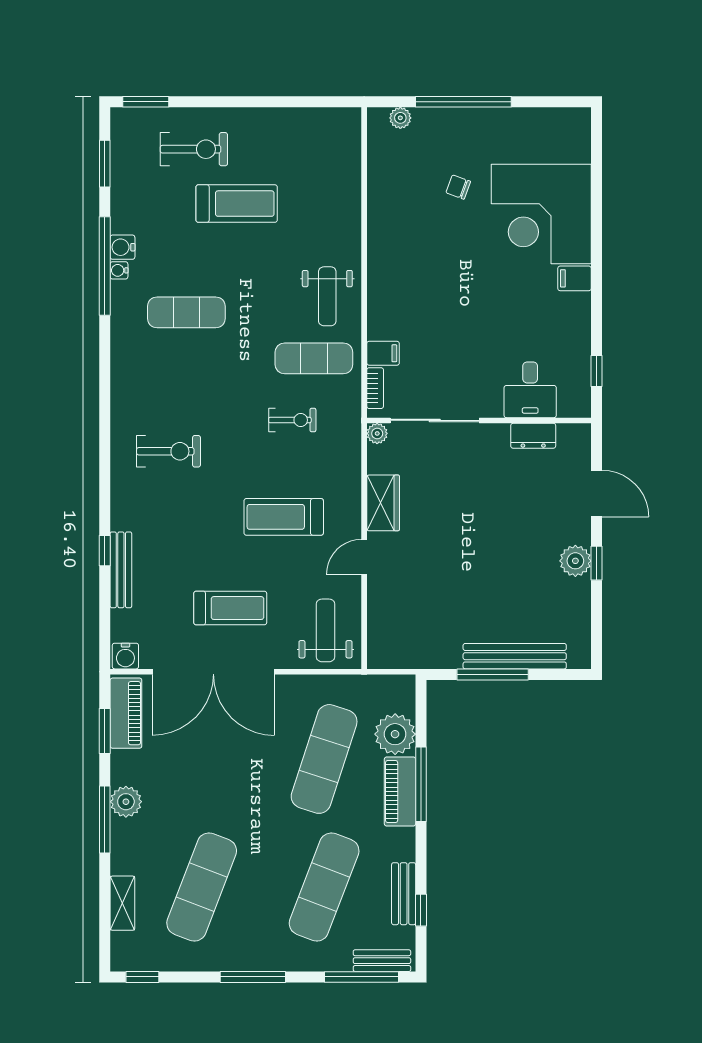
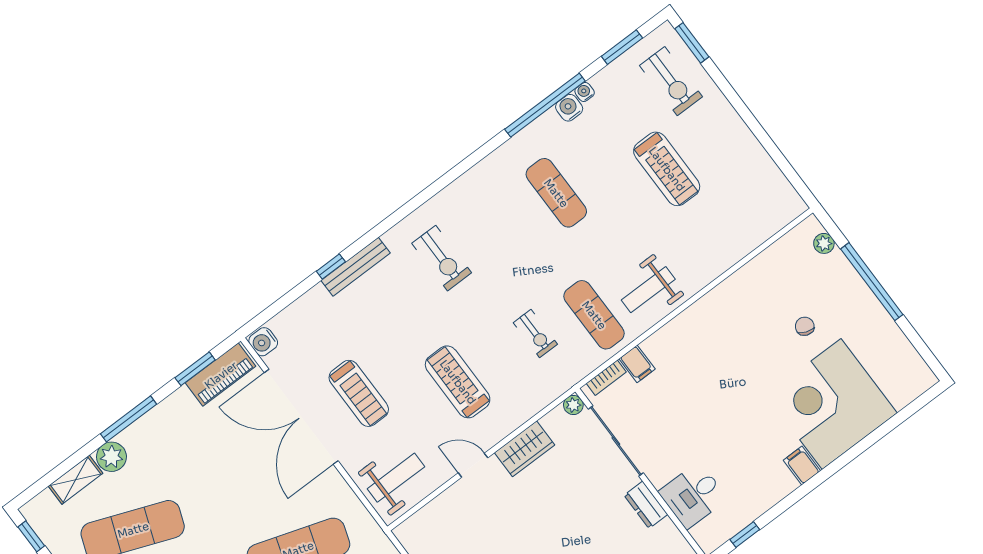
exercise bike: (194, 149) -> (671, 81), moved
water cooler: (119, 270) -> (585, 92), moved
dresser: (533, 436) -> (646, 505), moved
bench: (121, 570) -> (356, 267), moved
plant: (126, 802) -> (111, 457), moved

